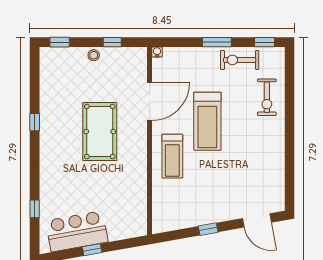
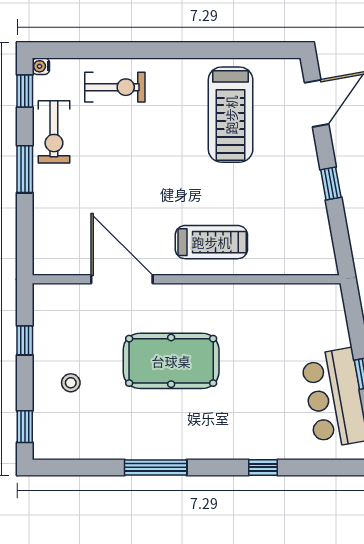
water cooler: (157, 52) -> (41, 66), moved
stool: (94, 55) -> (71, 383), moved
treadmill: (207, 121) -> (231, 115), moved, turned 90
window: (35, 122) -> (156, 467), width x2.17
window: (35, 209) -> (263, 467), moved

